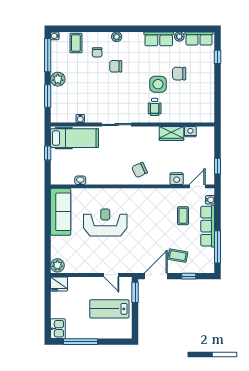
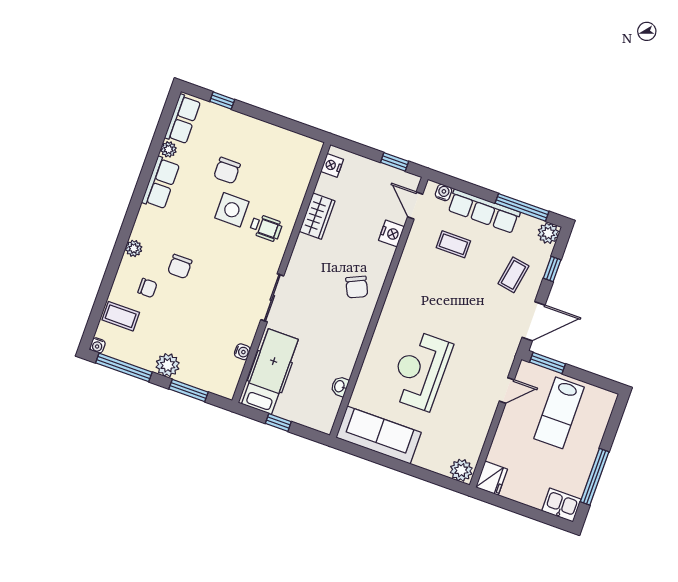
nightstand: (190, 132) -> (332, 165), moved
plant: (208, 267) -> (548, 233), added
door: (156, 276) -> (534, 321), swing flipped

